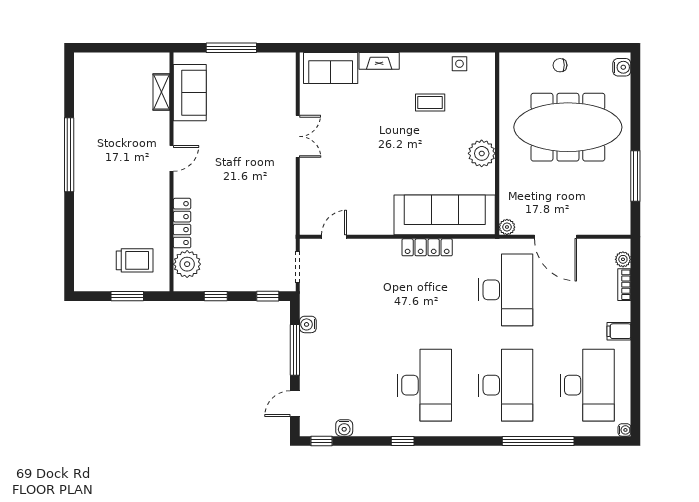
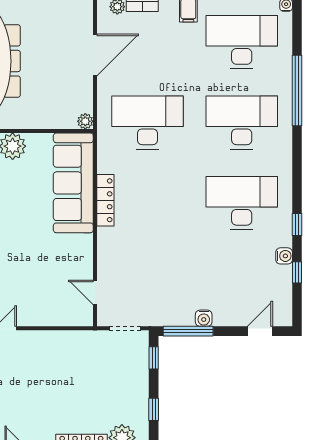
door: (556, 237) -> (95, 55), moved
water cooler: (308, 324) -> (204, 318), moved
window: (295, 350) -> (188, 331), moved
door: (295, 404) -> (260, 331), swing flipped
water cooler: (344, 428) -> (284, 256), moved
window: (321, 441) -> (297, 272), moved

